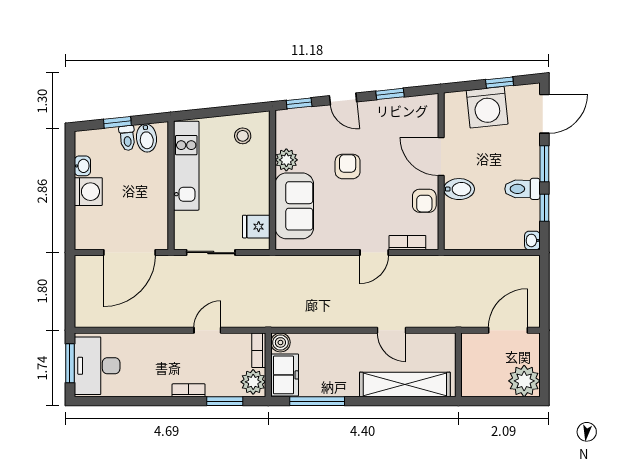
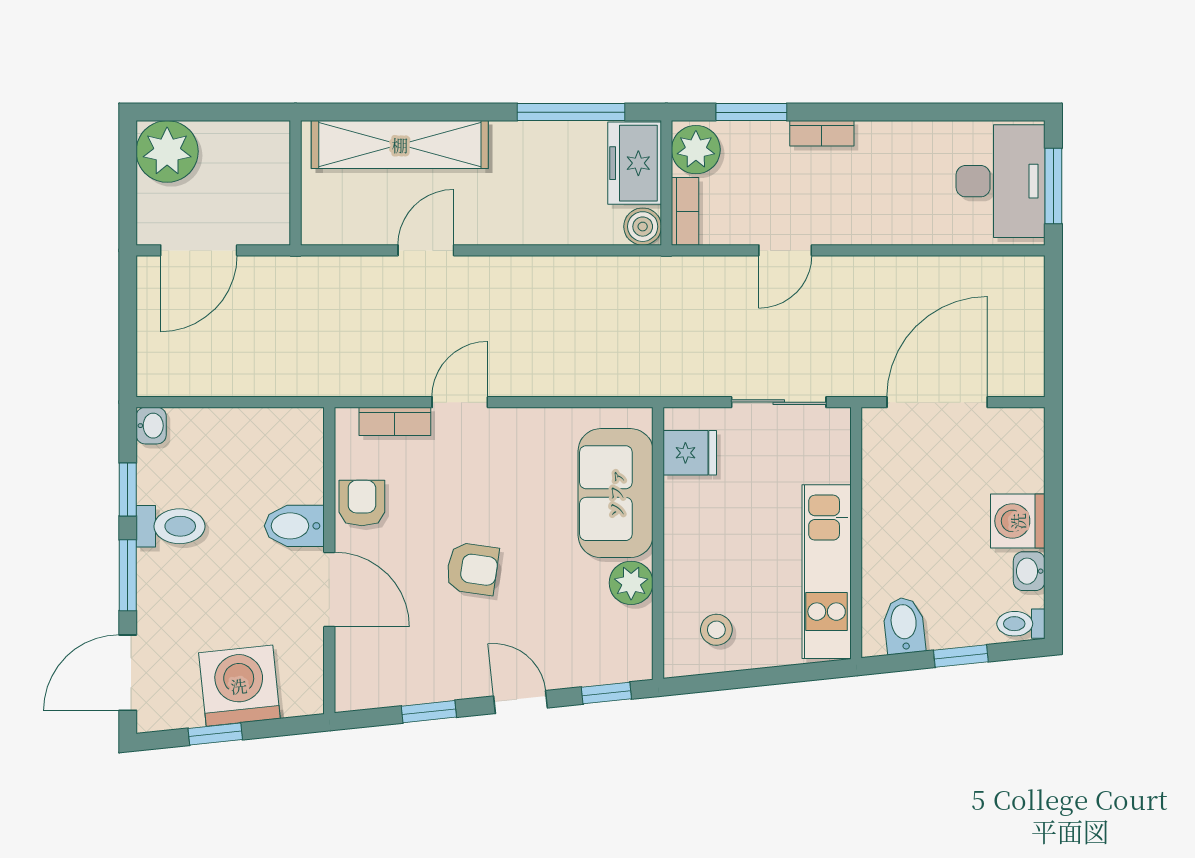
toilet: (127, 138) -> (1021, 624), moved, turned -84
armchair: (348, 166) -> (472, 569), moved, turned -82
door: (392, 330) -> (426, 250), hinge flipped

